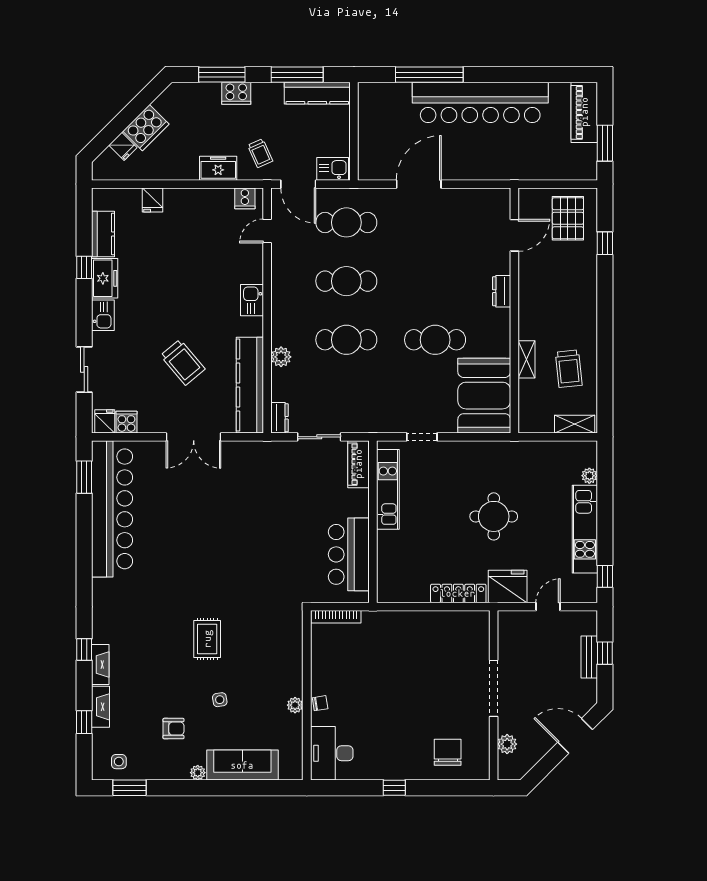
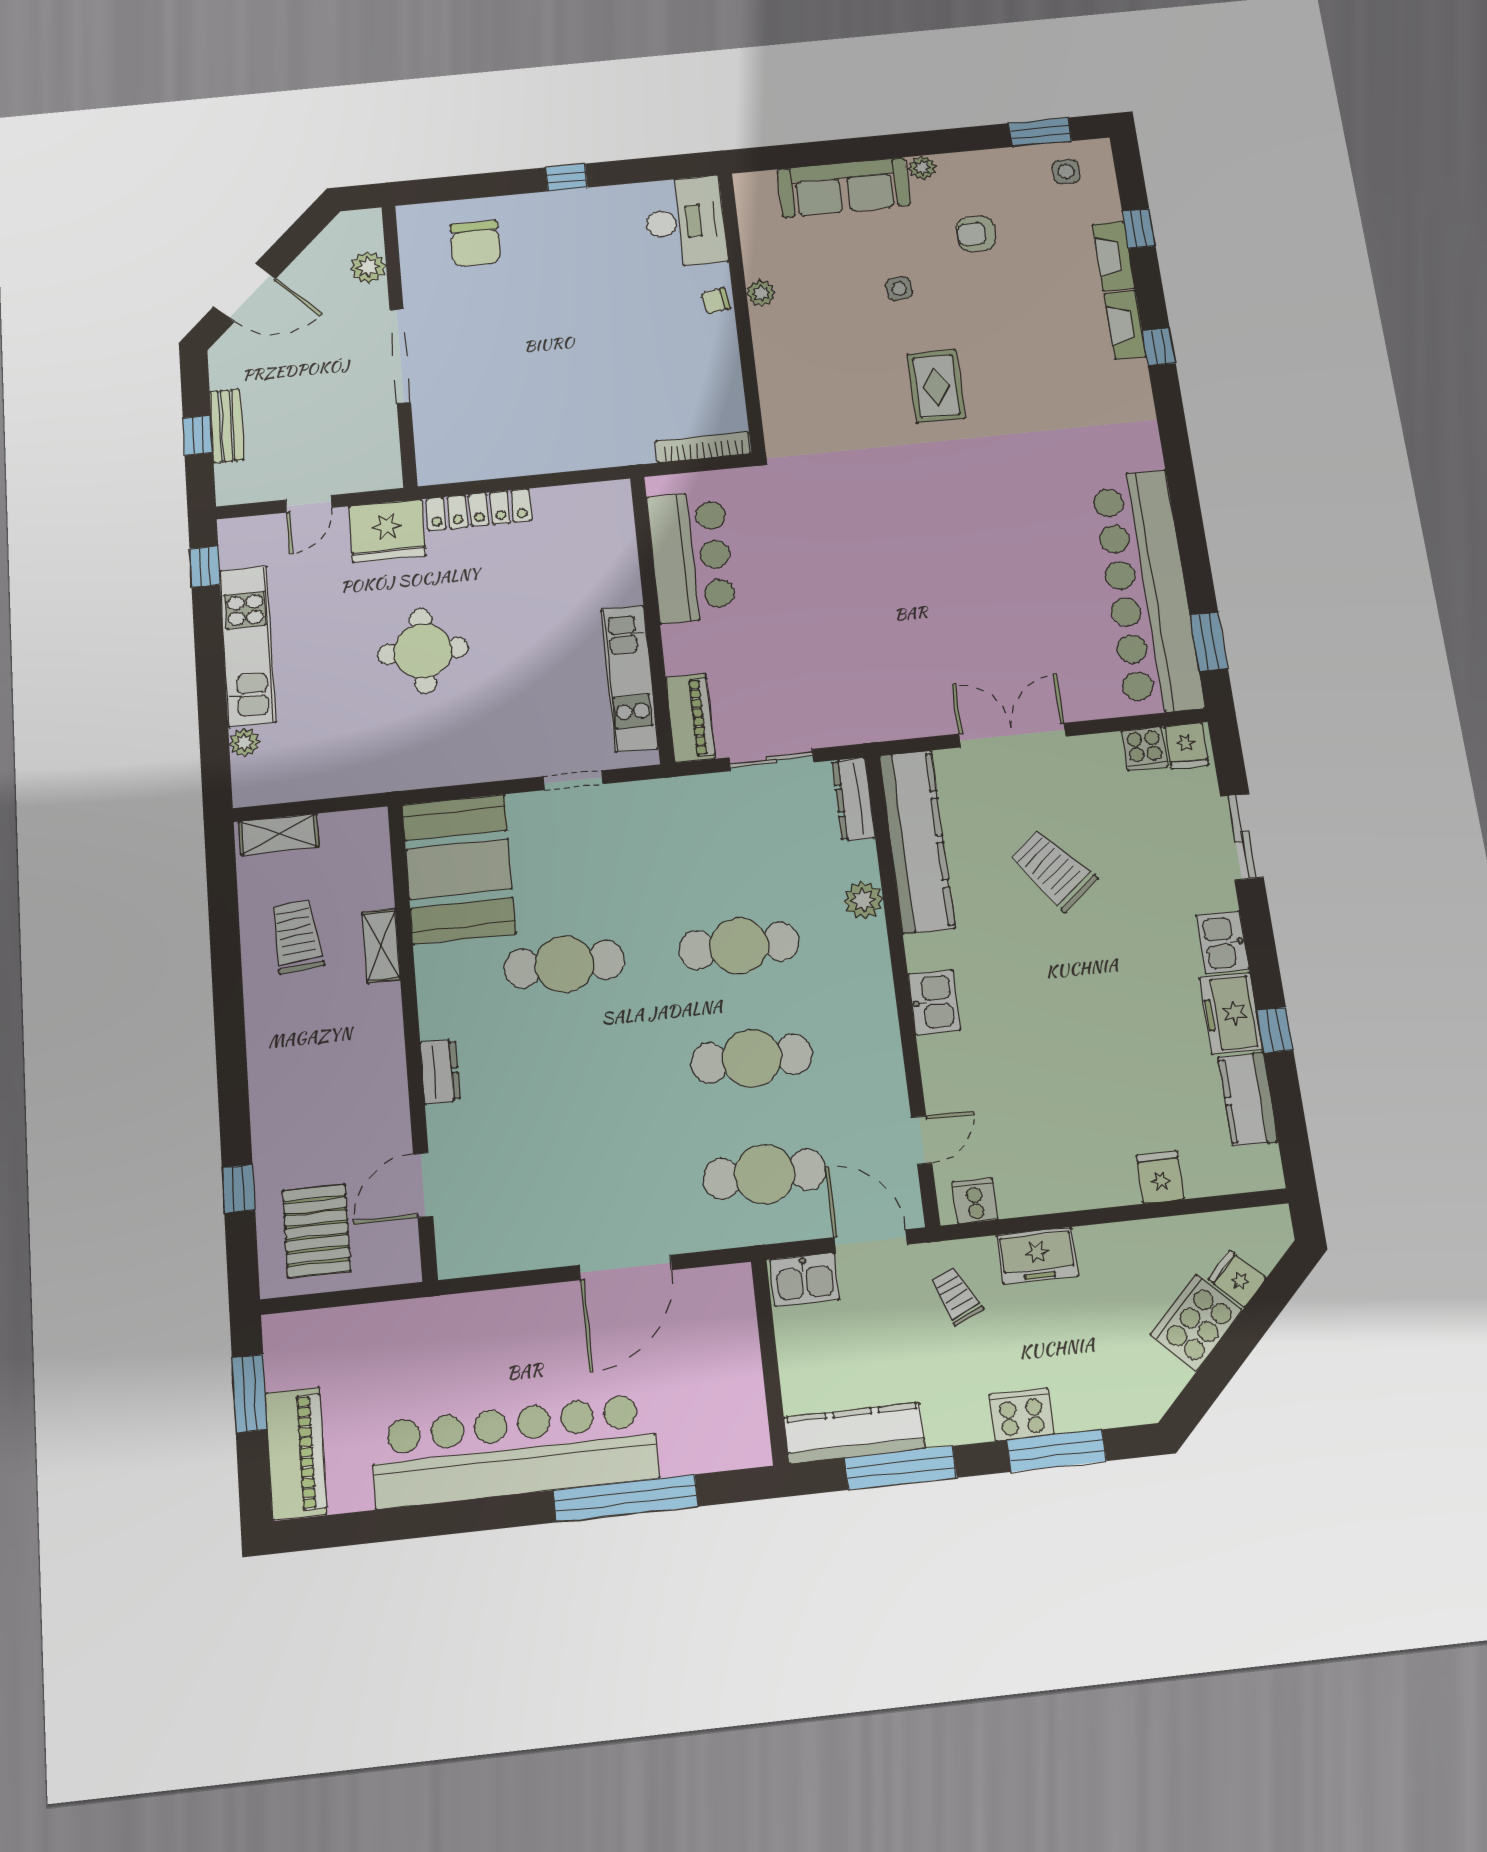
dresser: (280, 418) -> (853, 799), width x1.44

